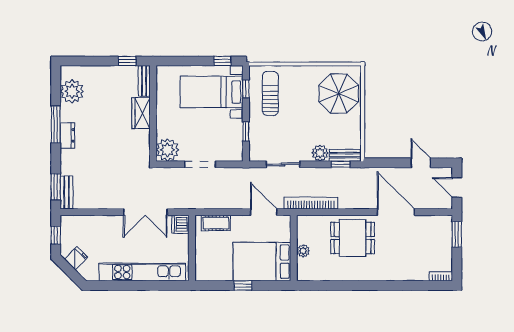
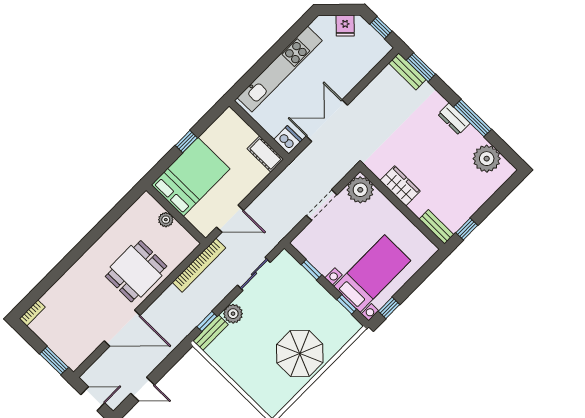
sun lounger: (270, 93) -> (323, 321), removed
parasol: (339, 94) -> (300, 353), moved
wardrobe: (141, 113) -> (400, 186), moved
cot: (216, 223) -> (265, 154), moved, turned 90

